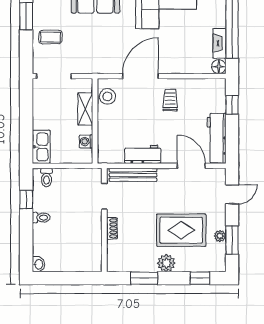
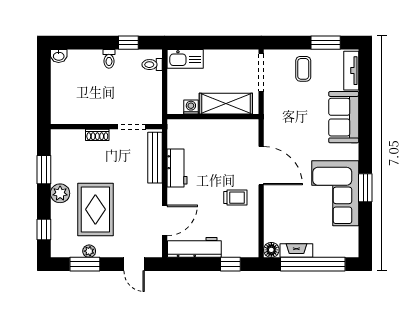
stool: (107, 96) -> (239, 130), removed
shelving: (85, 109) -> (226, 104), width x1.50, depth x1.33

